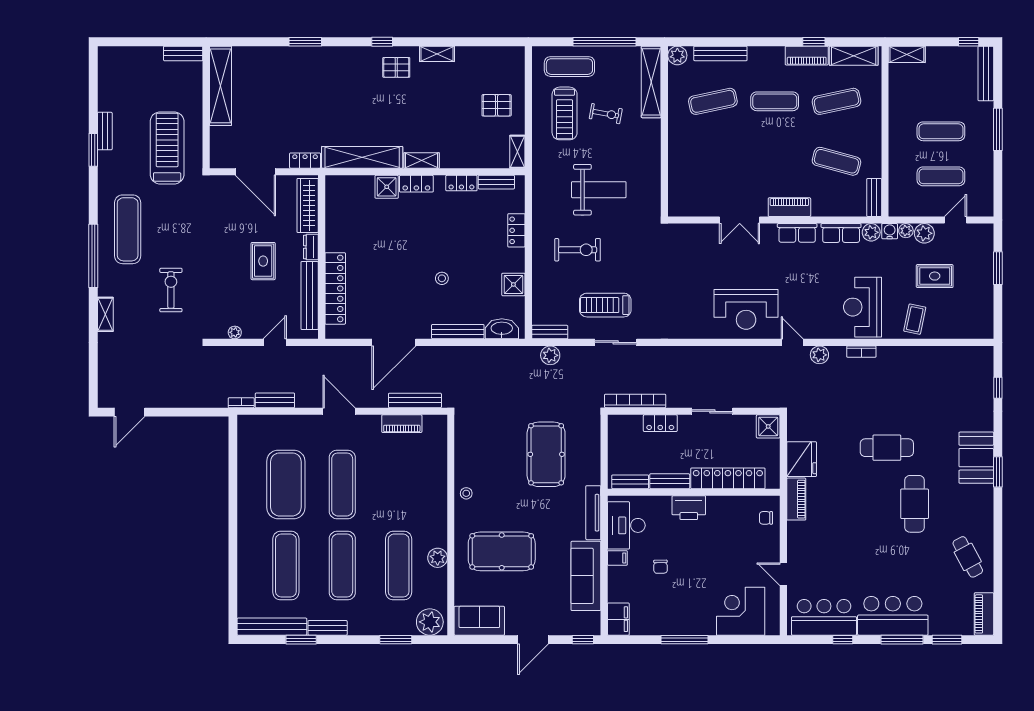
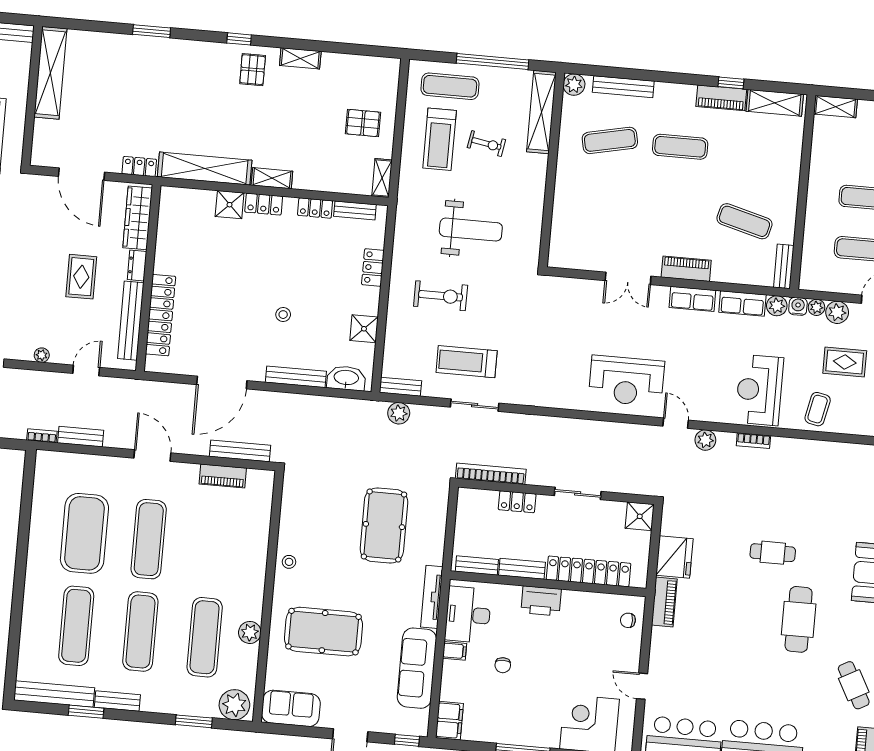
pallet: (396, 67) -> (253, 70), turned 90
exercise mat: (836, 101) -> (751, 153), removed
cafe table: (887, 448) -> (773, 553), width x0.73, depth x0.74

